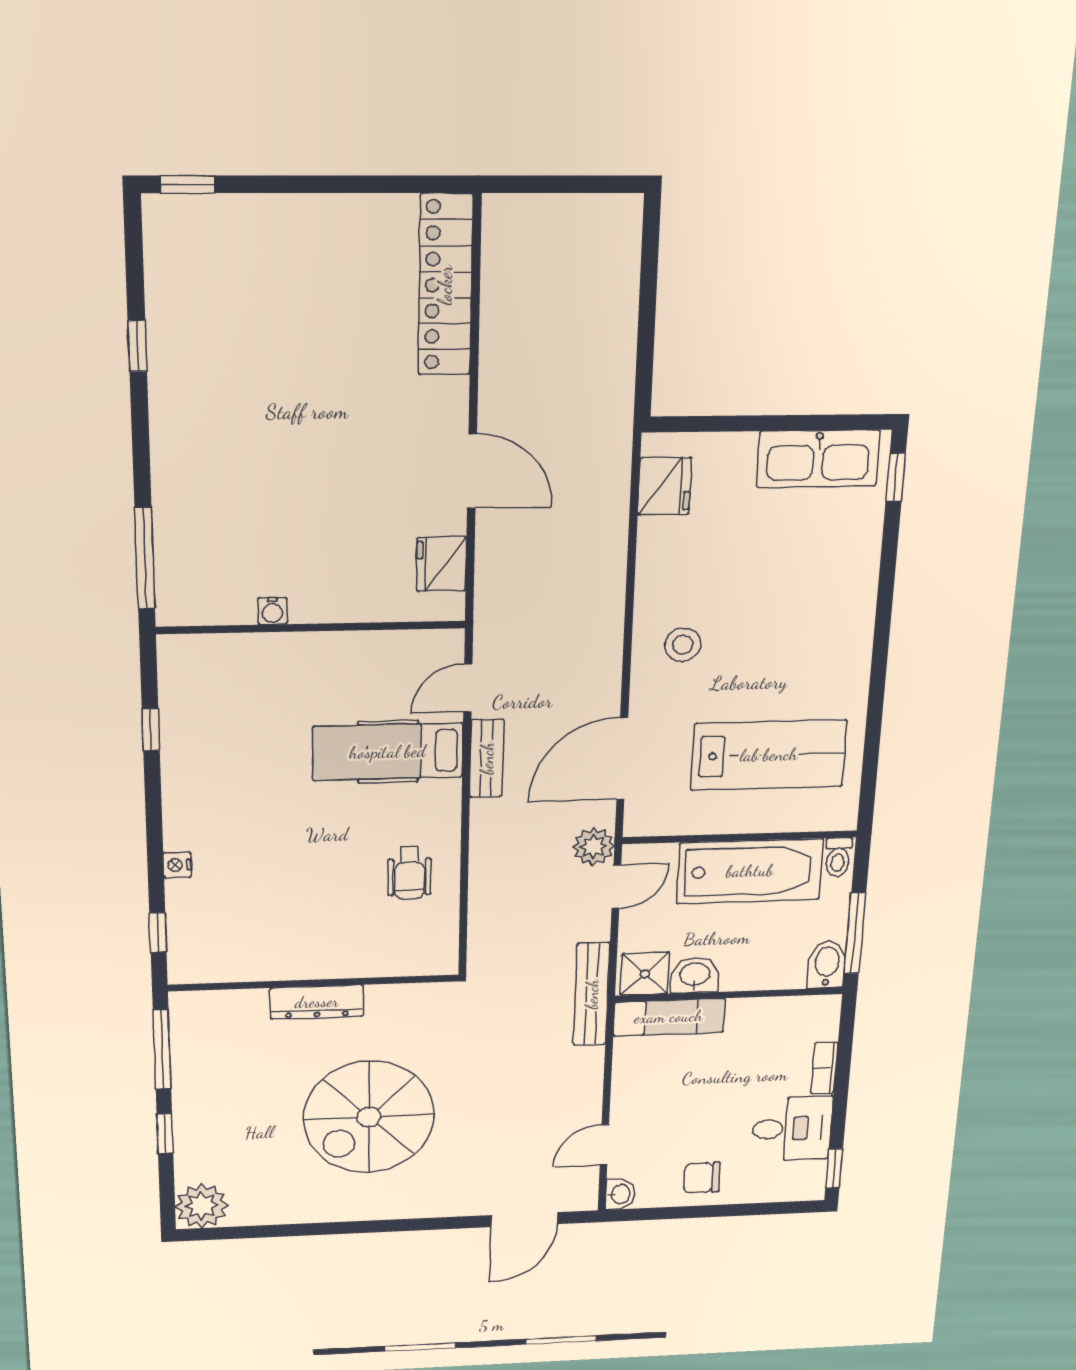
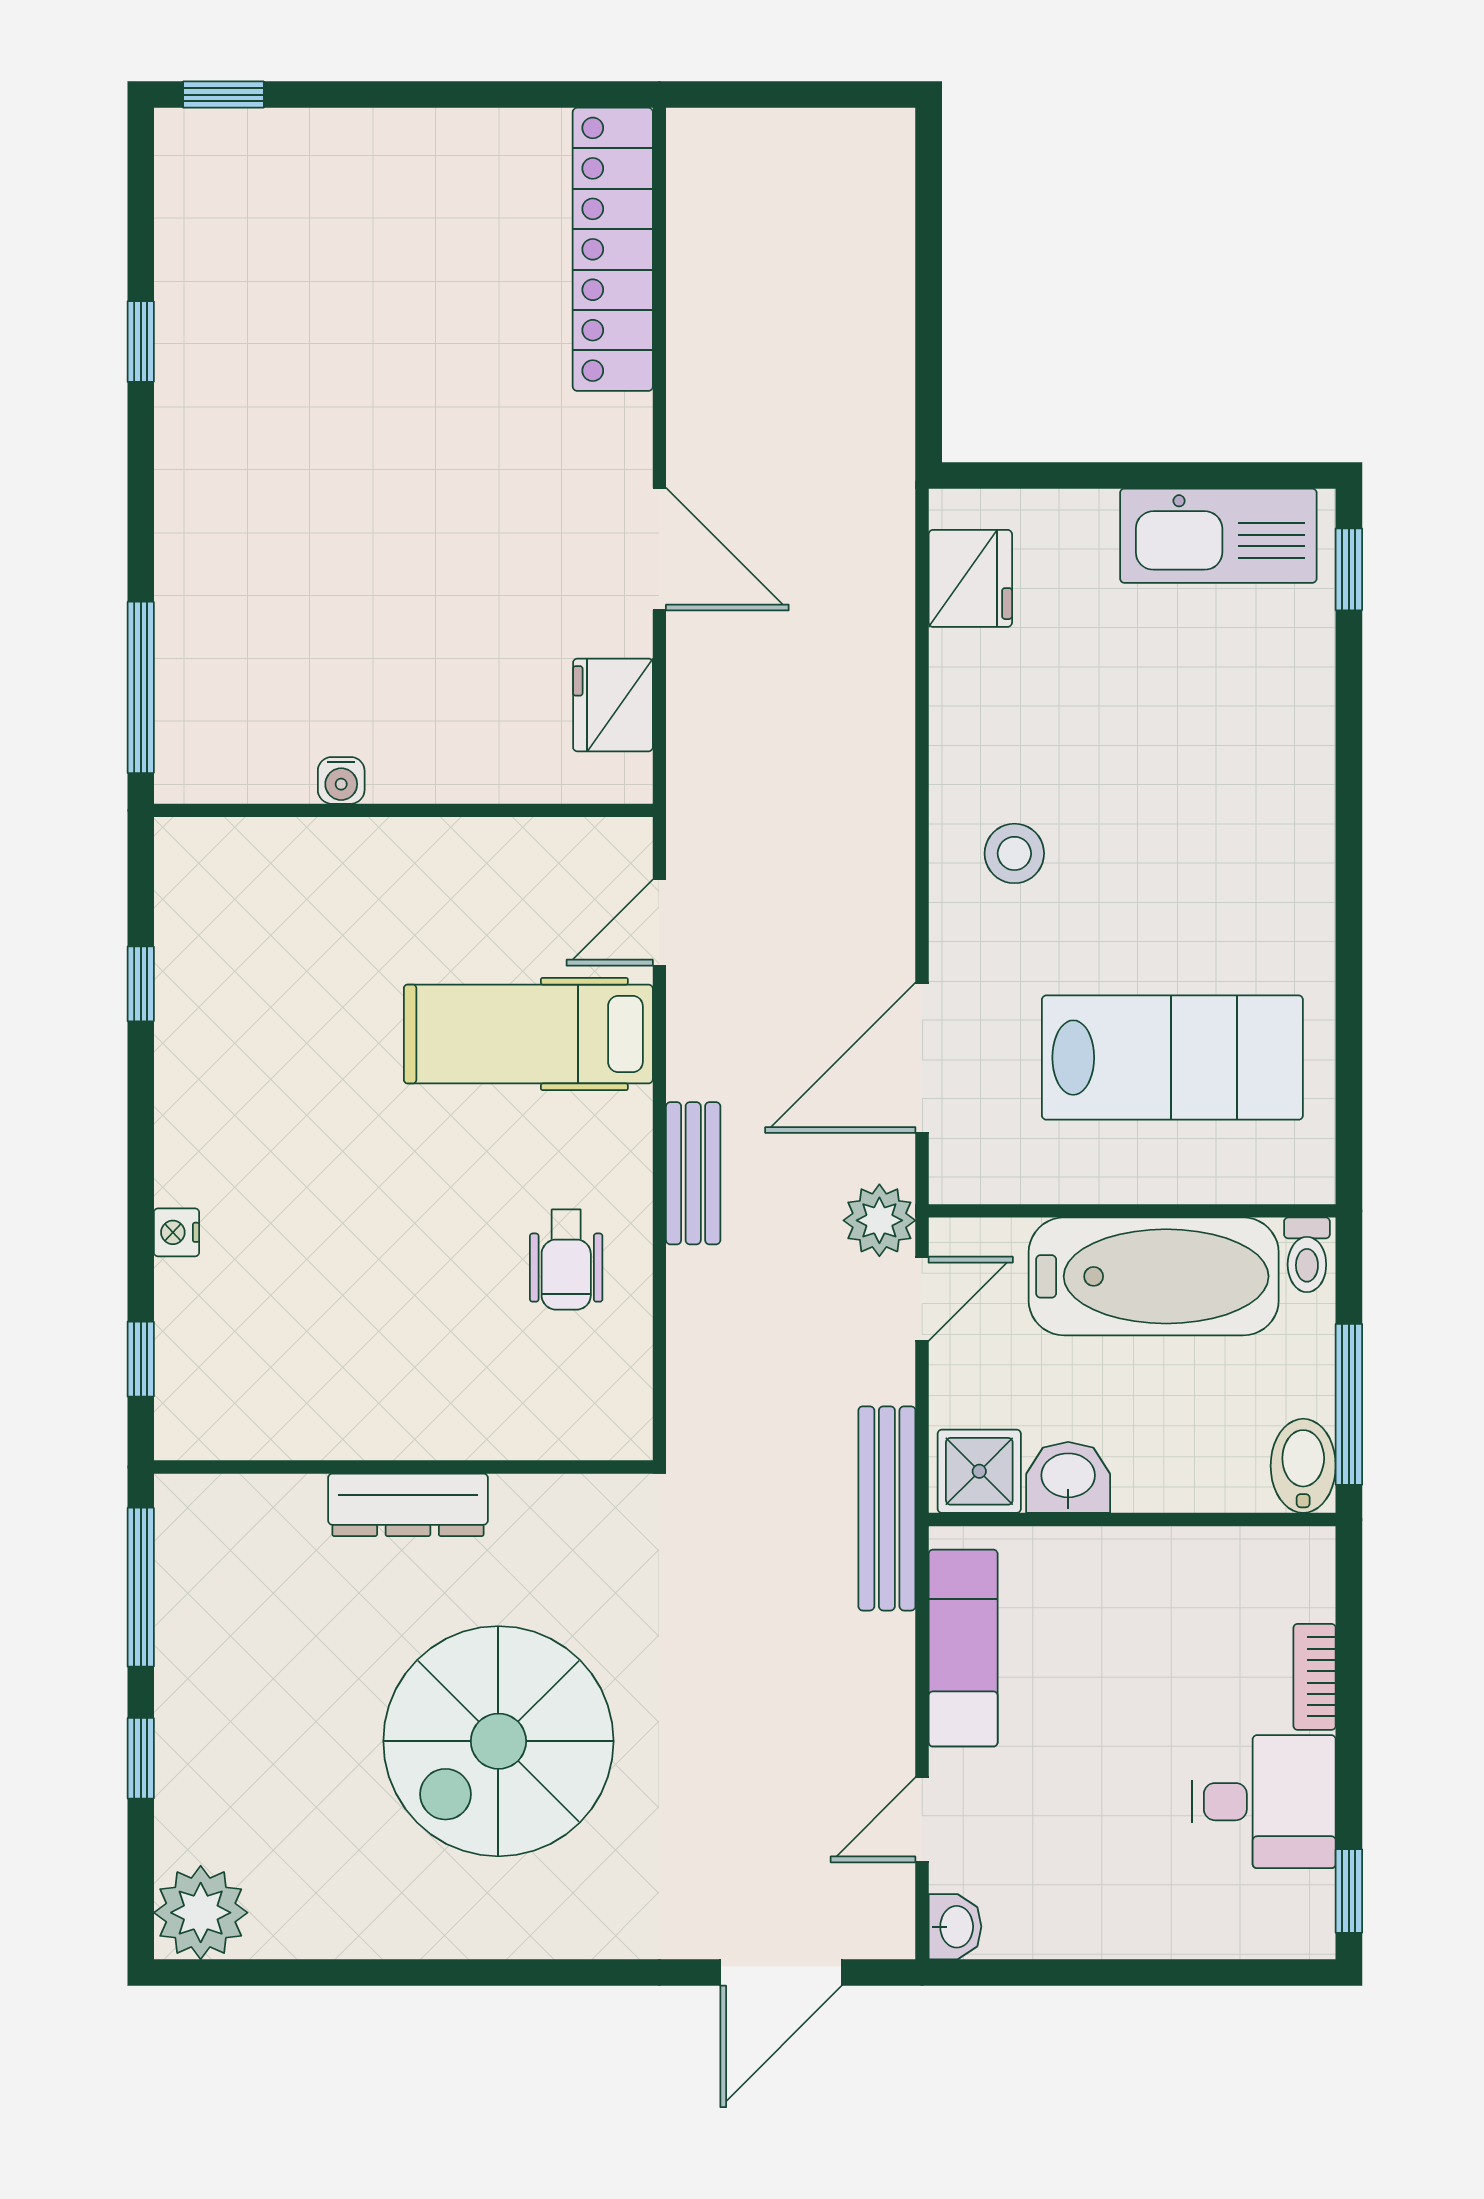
bench: (487, 758) -> (693, 1173), moved
exam couch: (669, 1017) -> (963, 1648), moved, turned -90
chair: (702, 1178) -> (1104, 1899), removed

